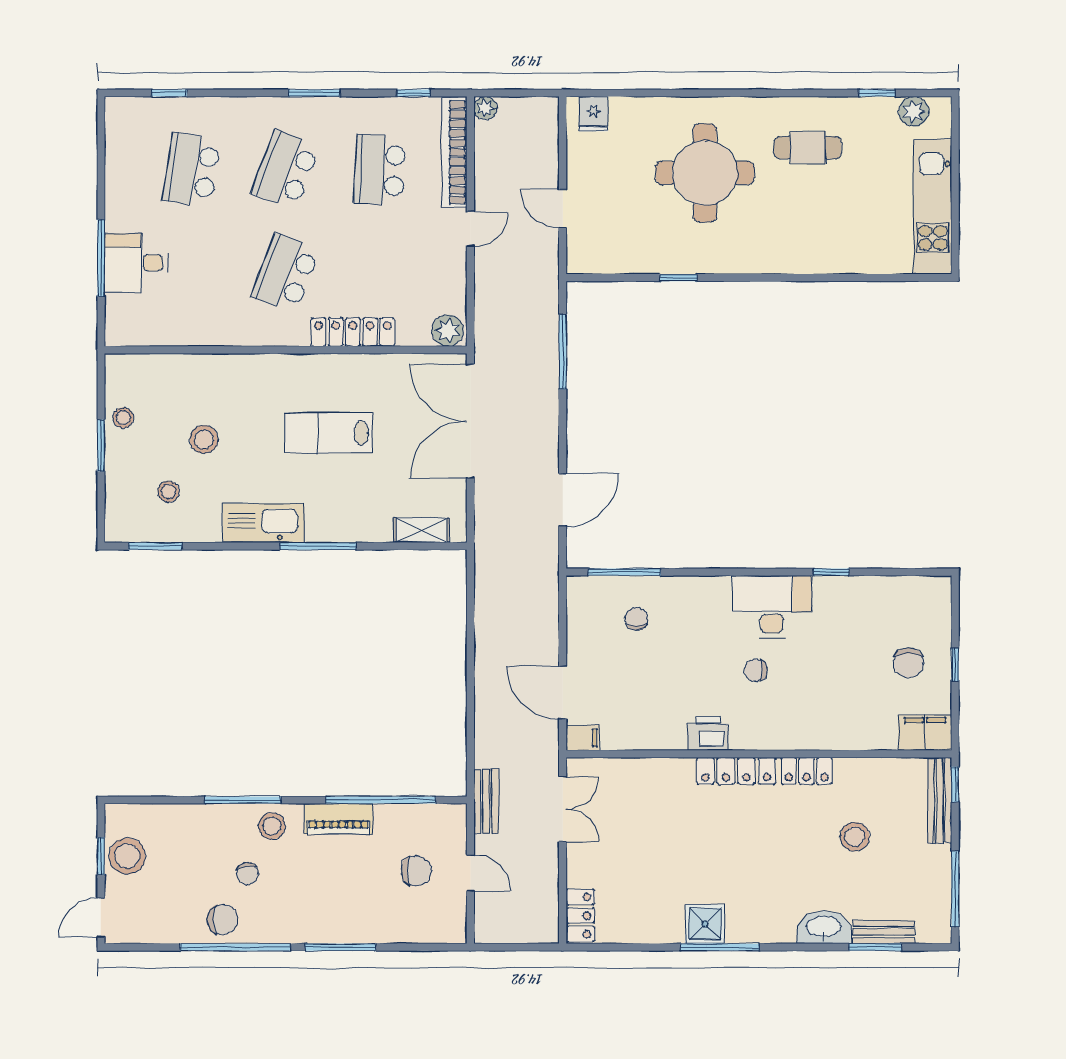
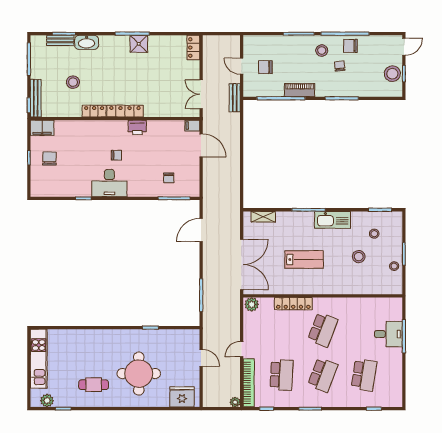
fridge: (593, 114) -> (182, 397), width x1.88, depth x1.34
stool: (272, 826) -> (322, 50), moved

